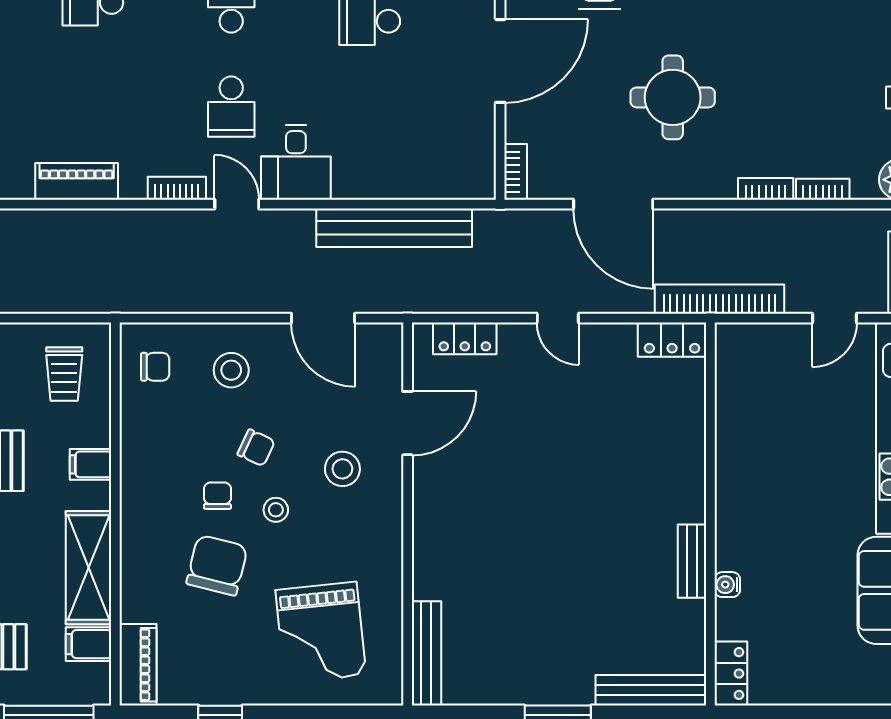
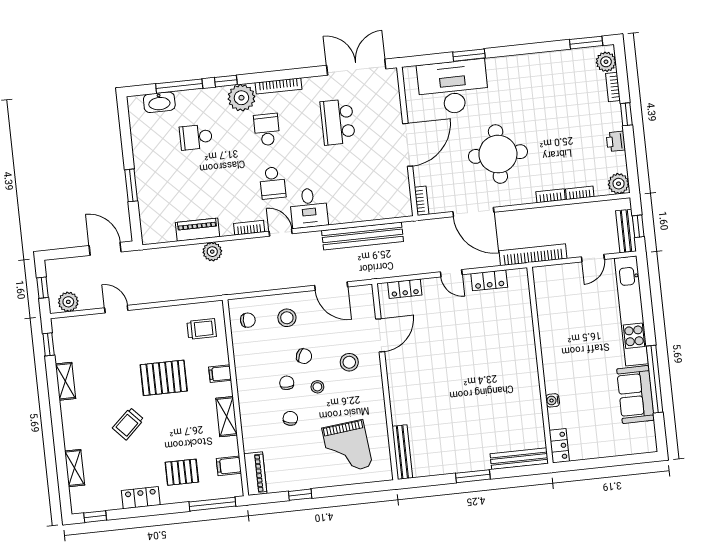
round table: (673, 97) -> (498, 154), width x1.36, depth x1.36
plant: (101, 227) -> (212, 252), added
locker: (672, 340) -> (489, 280), moved
trolley: (64, 374) -> (202, 329), turned -90
bench: (692, 561) -> (533, 390), removed
chair: (217, 565) -> (290, 418), width x0.54, depth x0.54
shelving: (88, 568) -> (227, 417), width x0.67, depth x0.75

